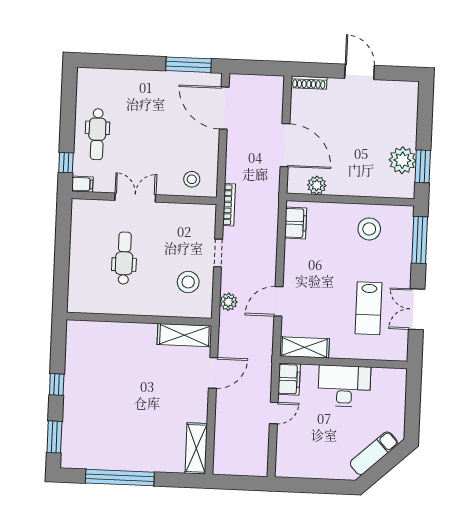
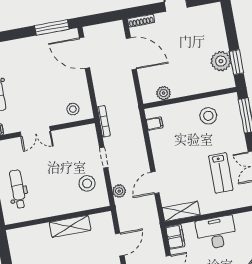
door: (285, 145) -> (131, 54), moved
double door: (135, 198) -> (35, 131), swing flipped
filing cabinet: (296, 223) -> (155, 124), width x0.50
dental chair: (124, 258) -> (18, 189), moved
shelving: (184, 335) -> (70, 226), moved

